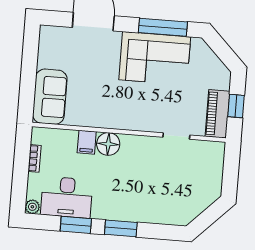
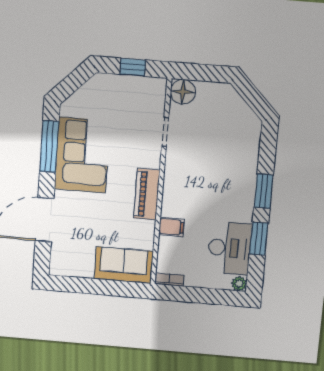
piano: (217, 114) -> (147, 194), moved, turned 90
floor lamp: (108, 144) -> (183, 92), moved
bookcase: (35, 158) -> (169, 280), moved

